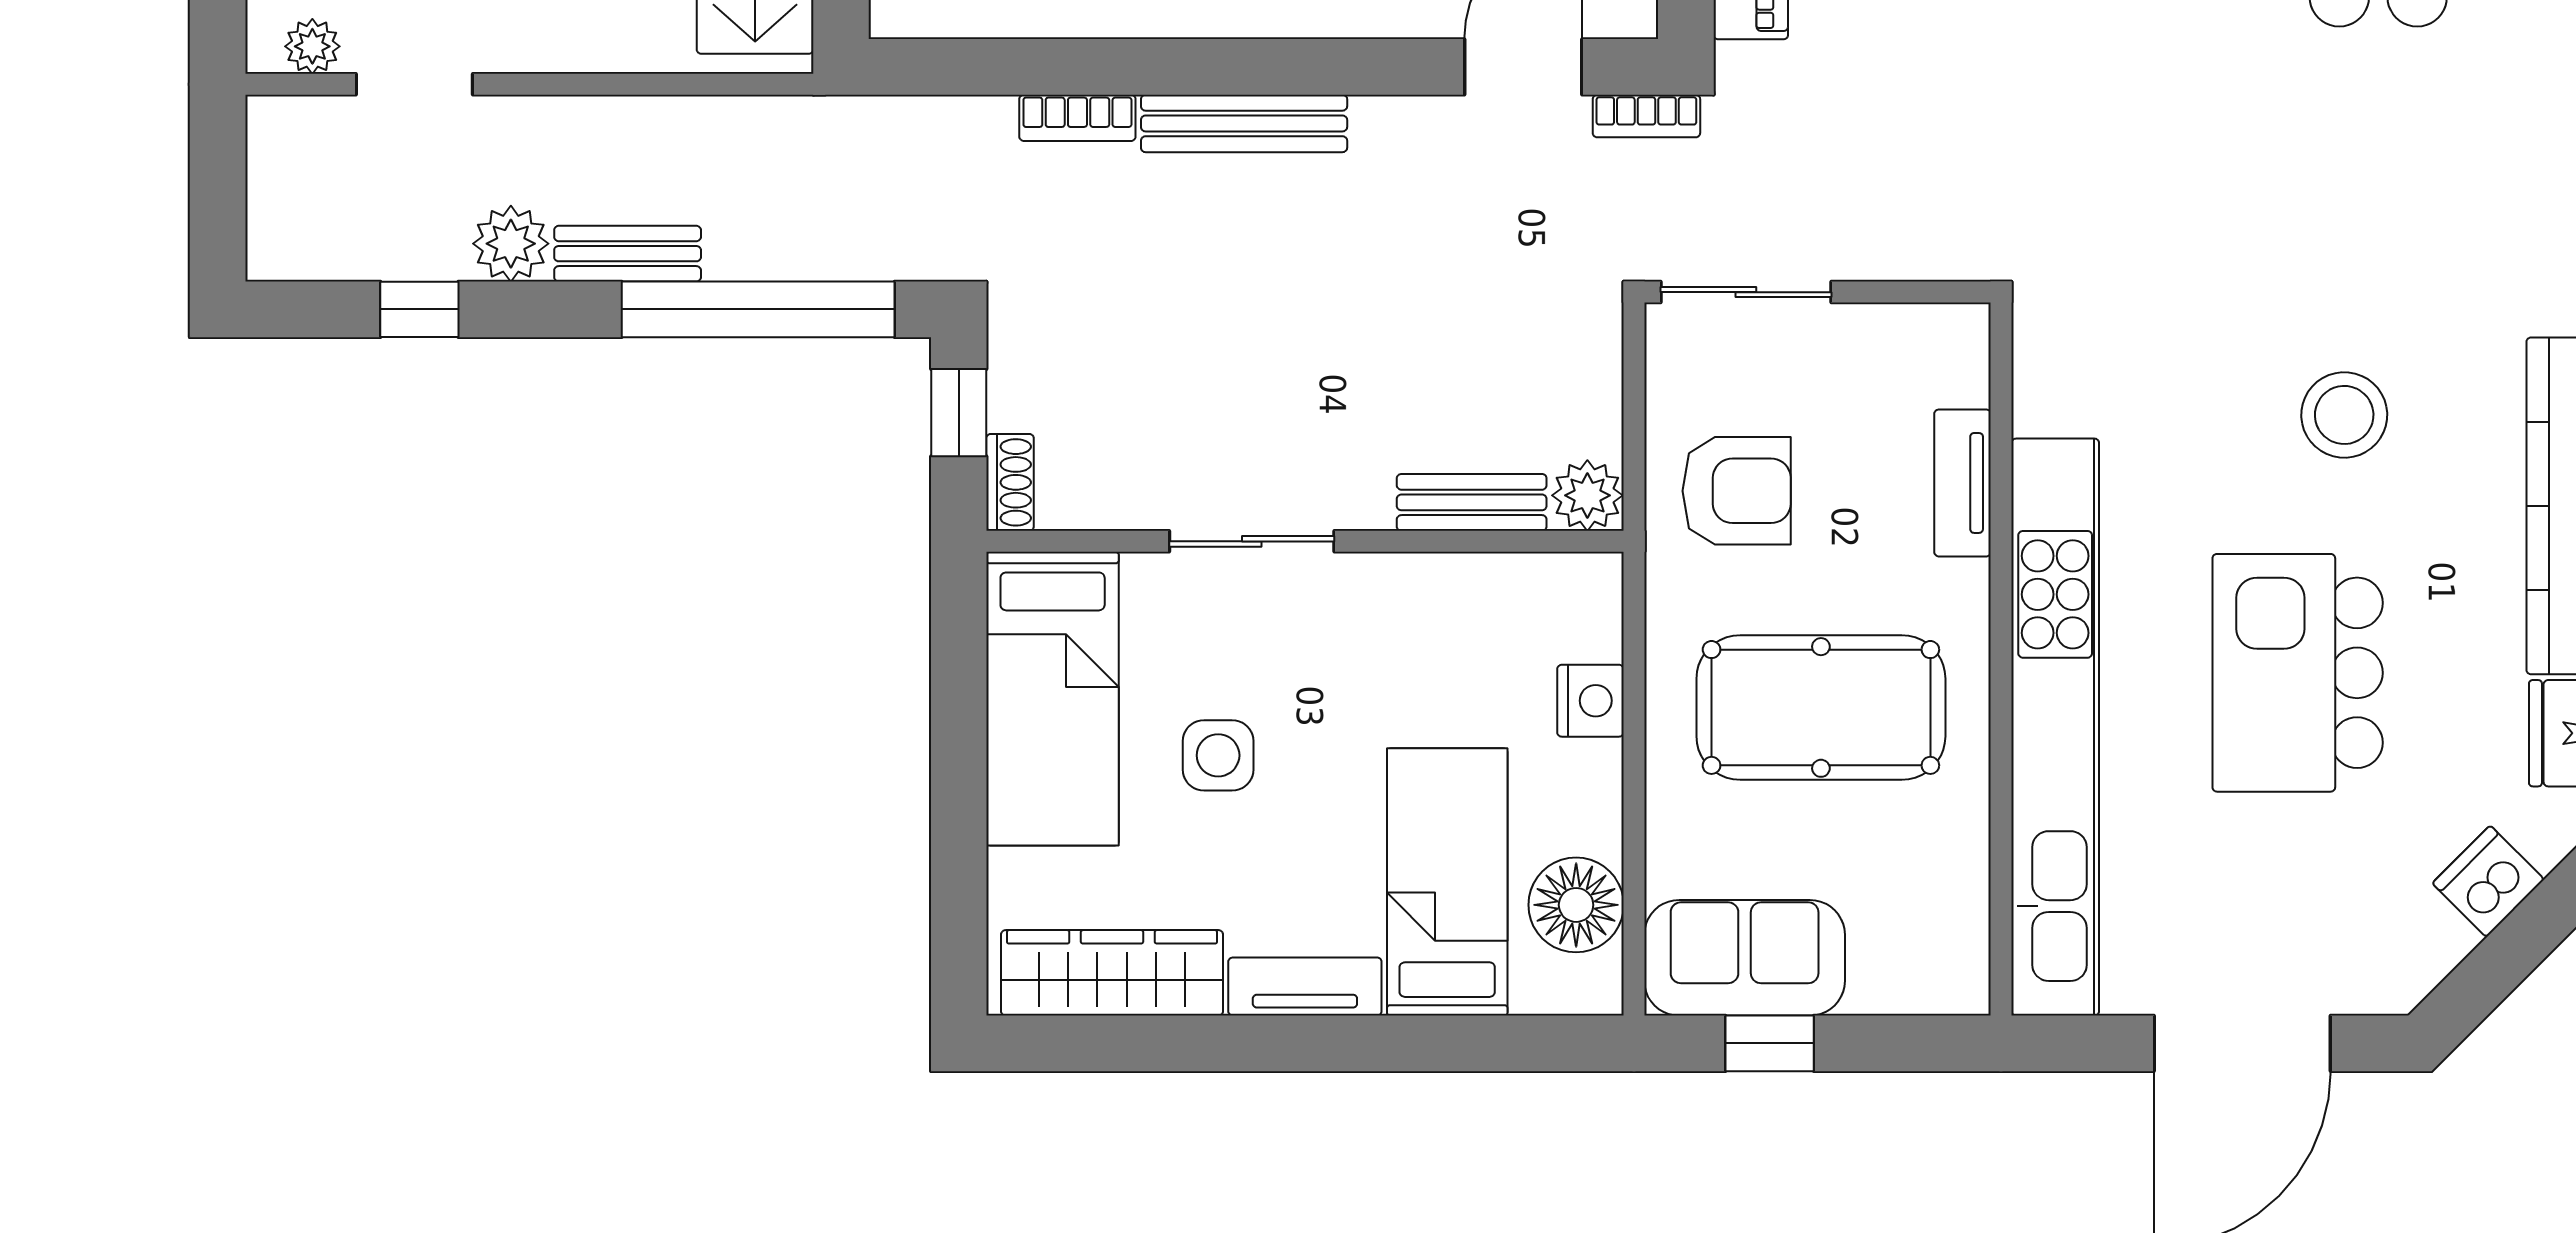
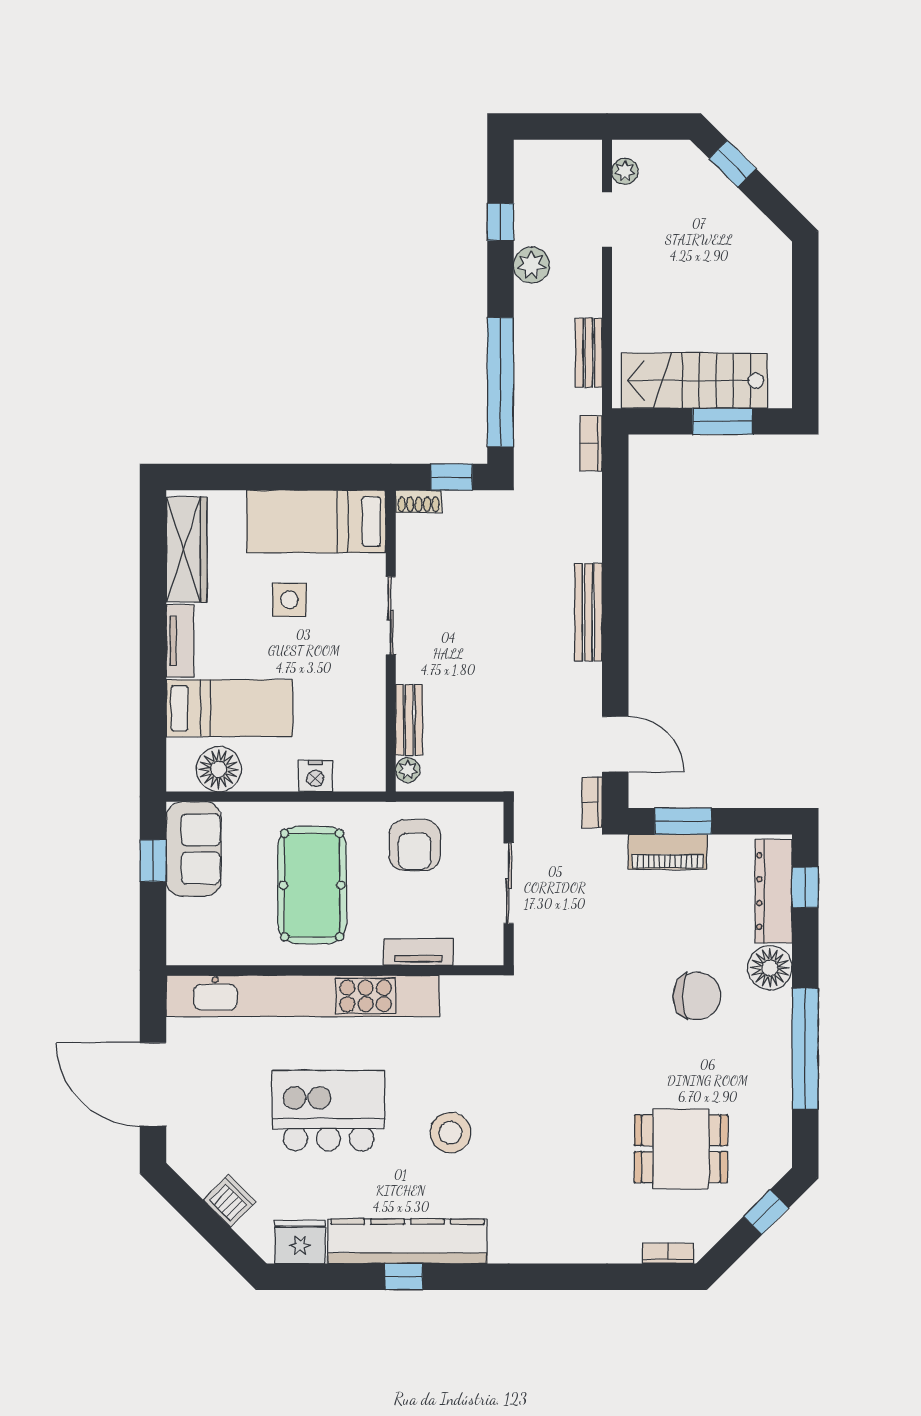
bookcase: (1077, 118) -> (591, 443), moved
bench: (628, 254) -> (589, 353), moved
sliding door: (1746, 292) -> (509, 883), moved
plant: (1587, 495) -> (408, 770), width x0.73, depth x0.73

